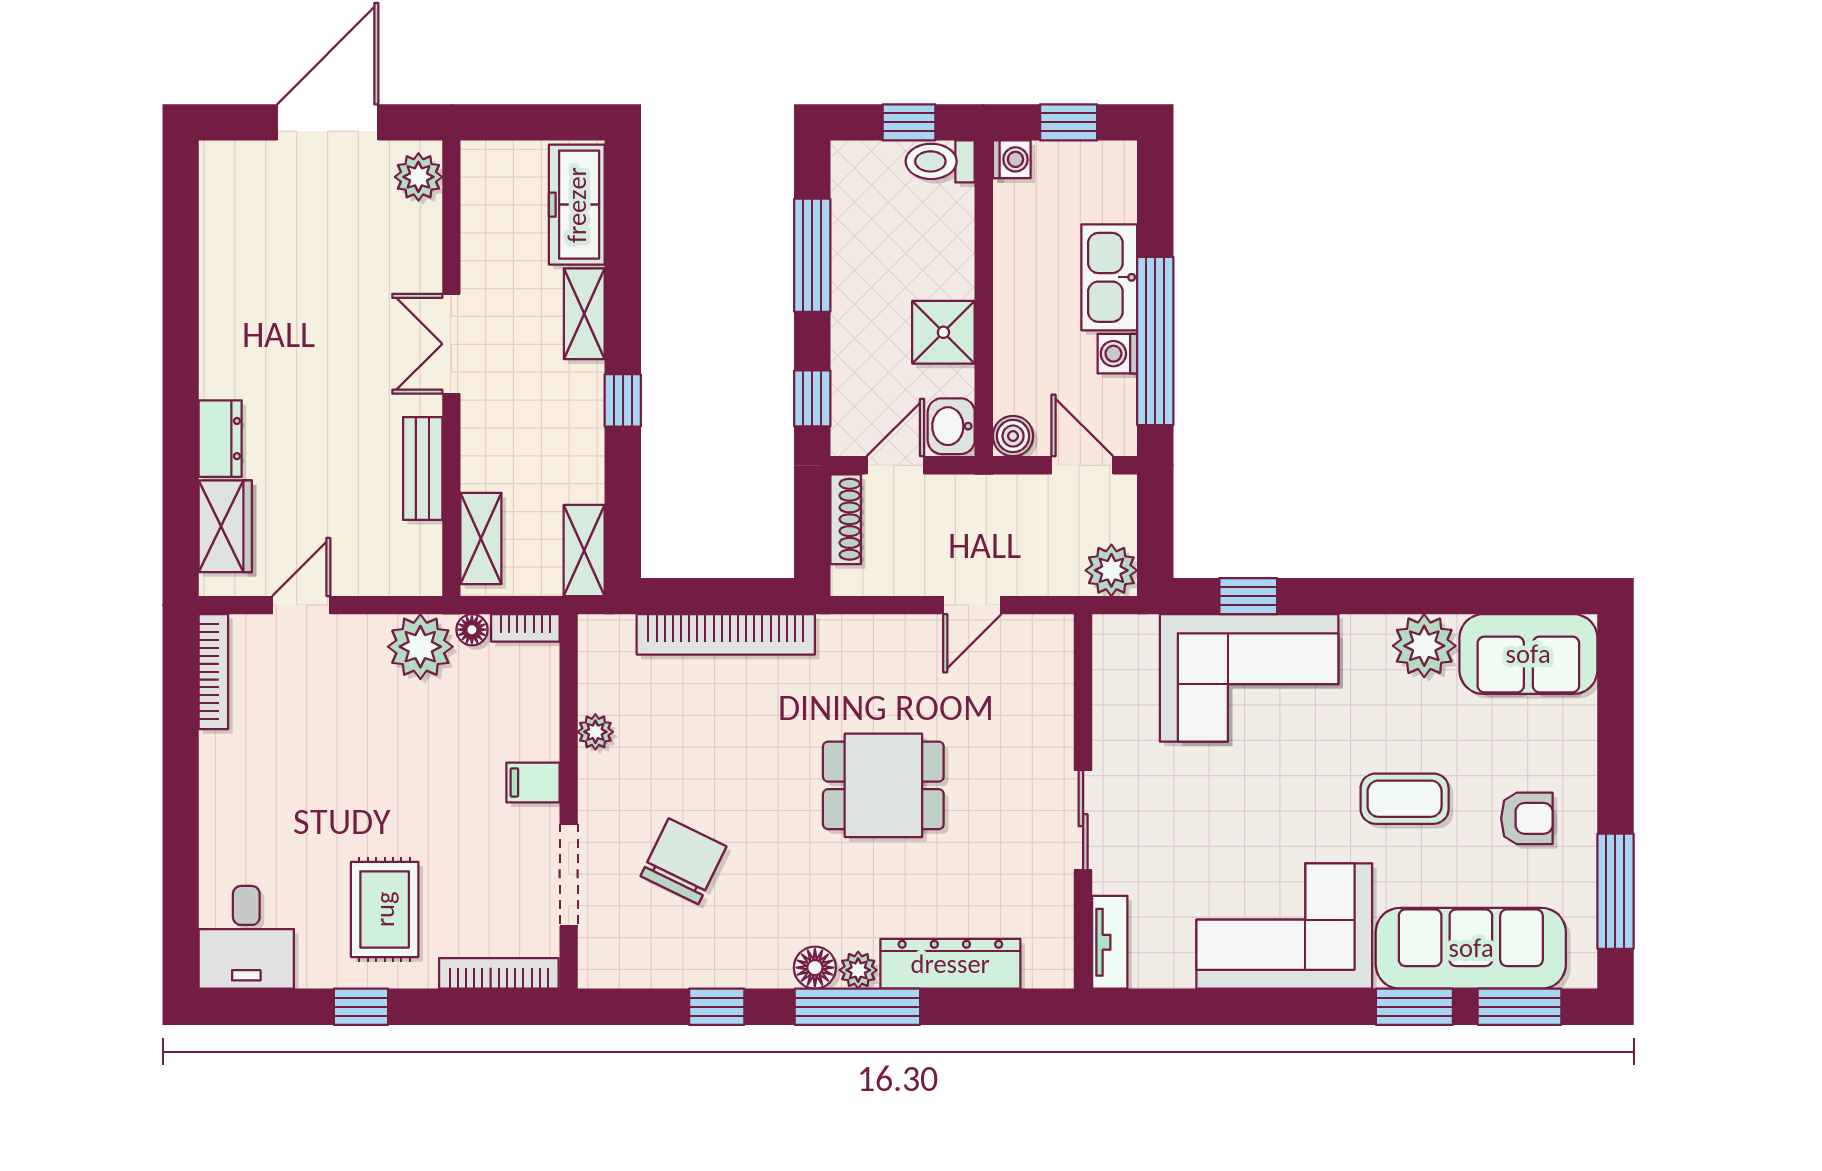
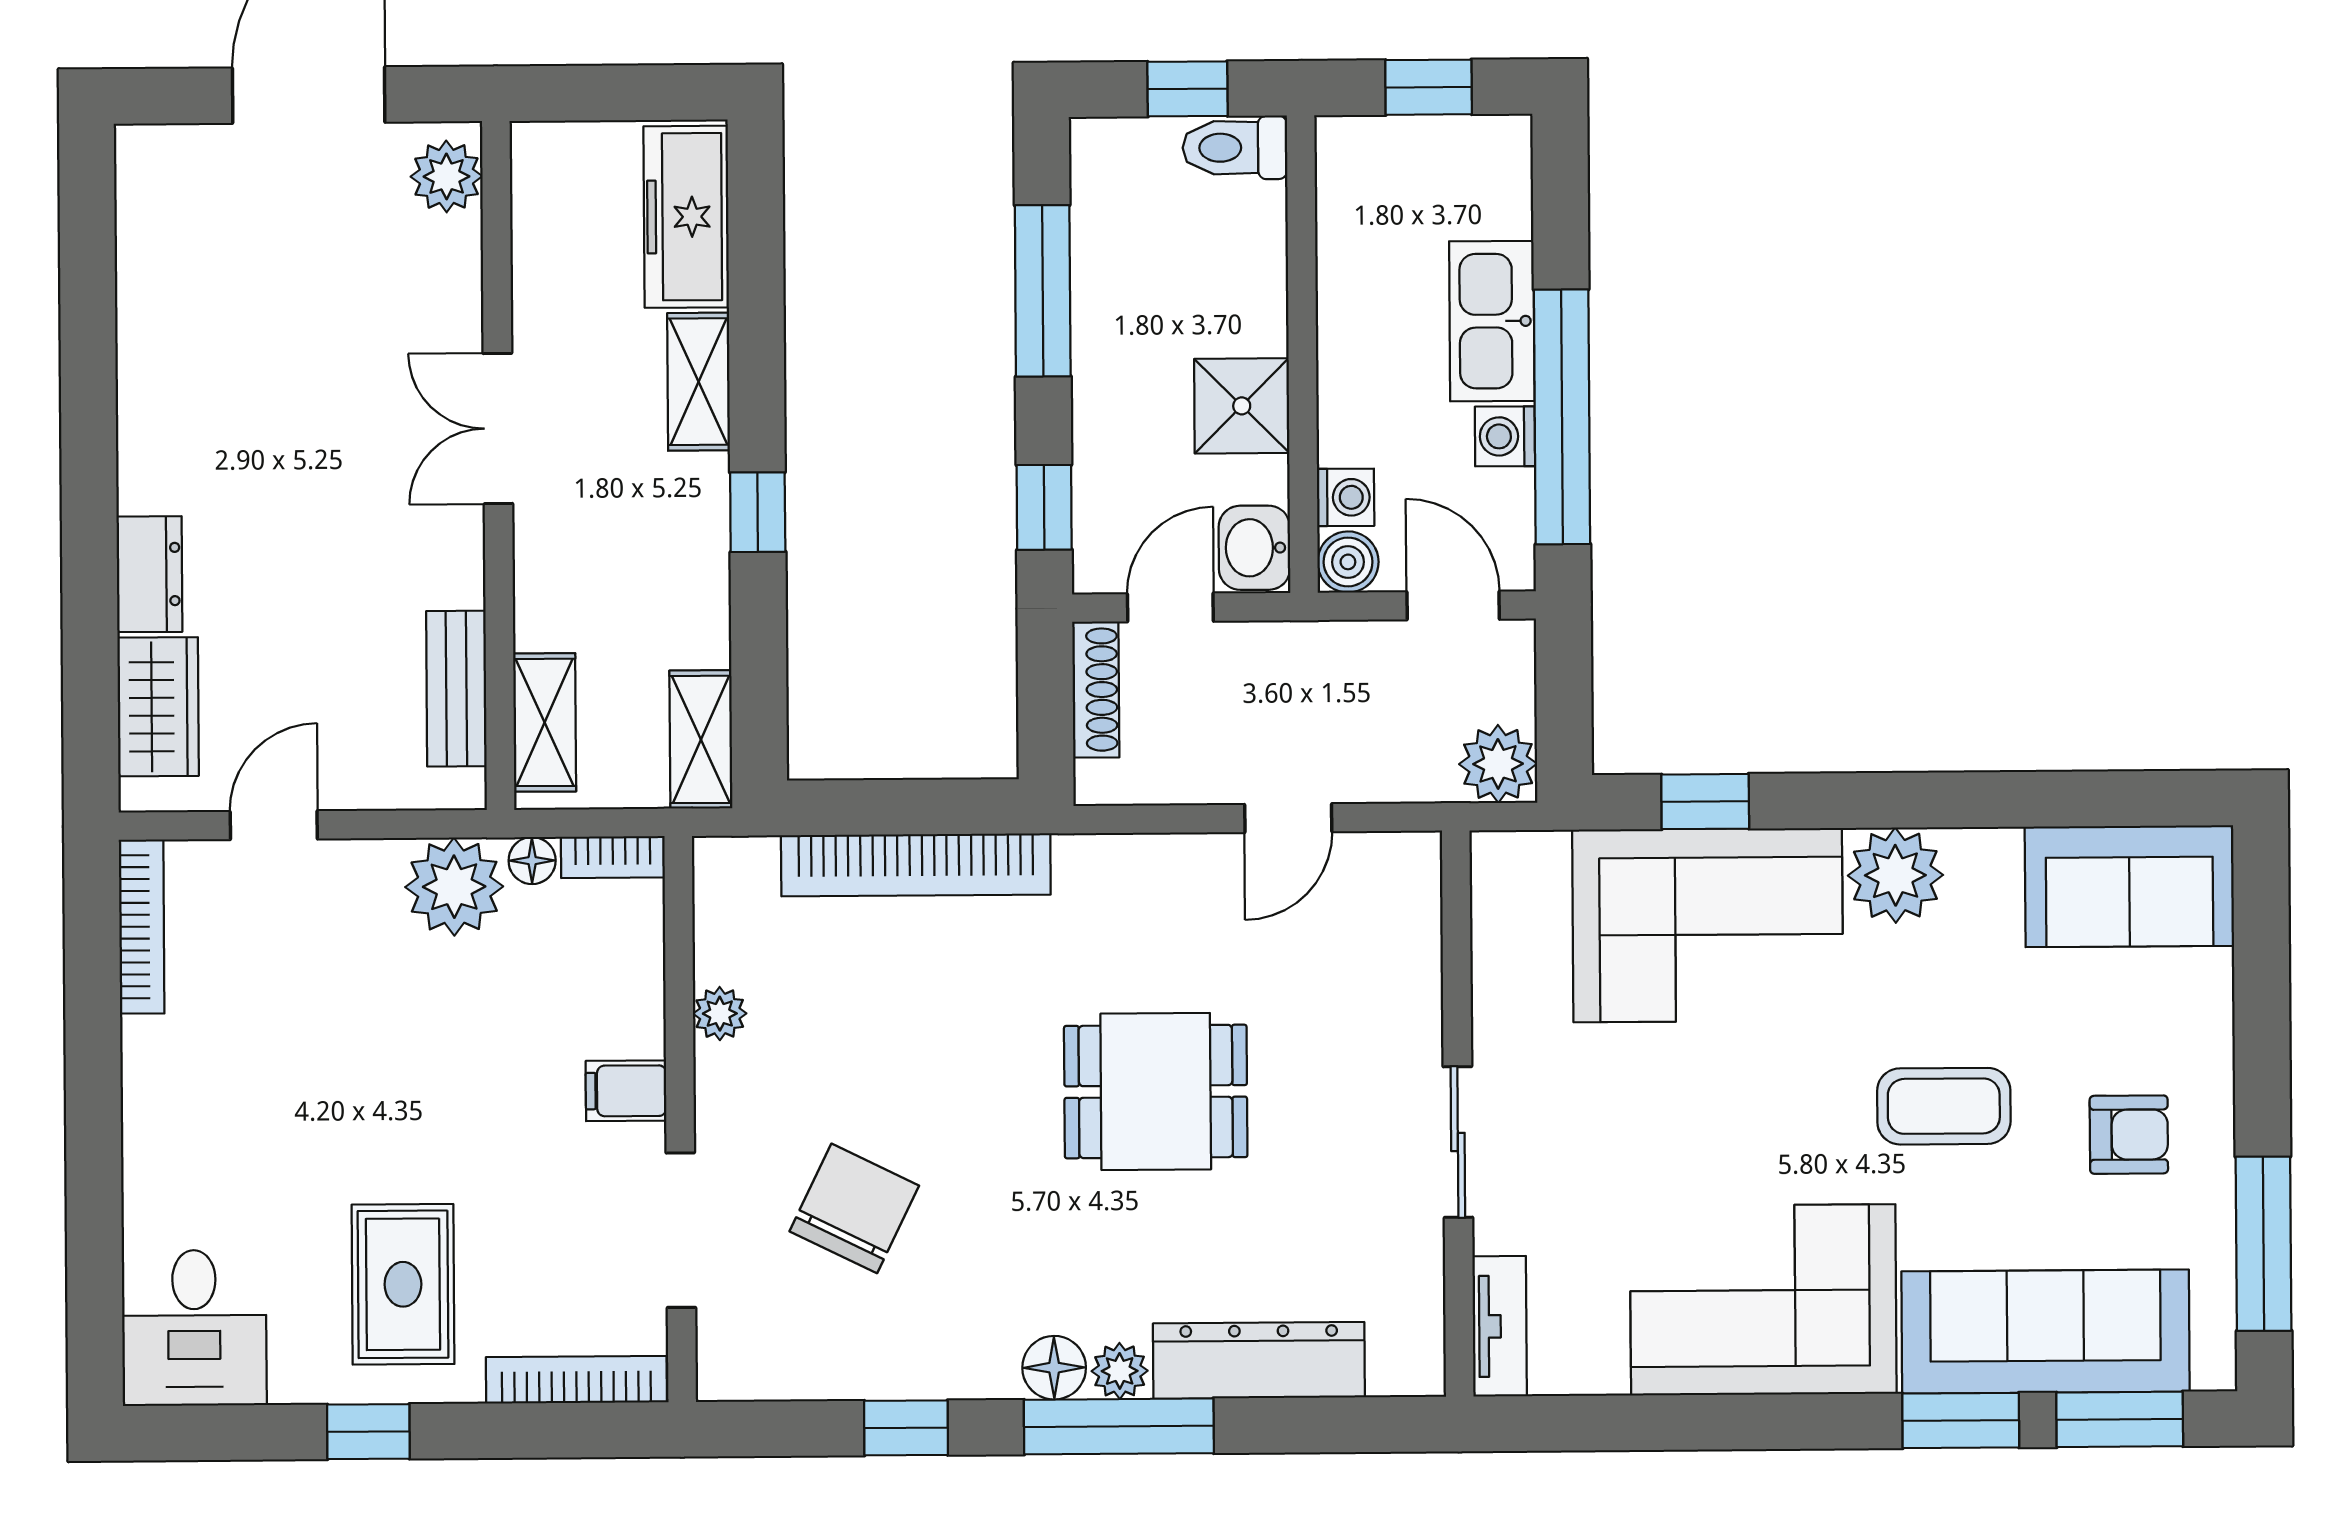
washing machine: (1012, 159) -> (1346, 497), moved
bench: (423, 468) -> (456, 689), moved
plant: (1424, 646) -> (1895, 875), moved

